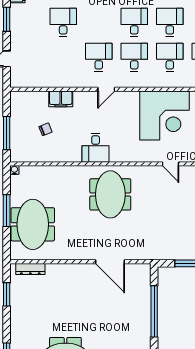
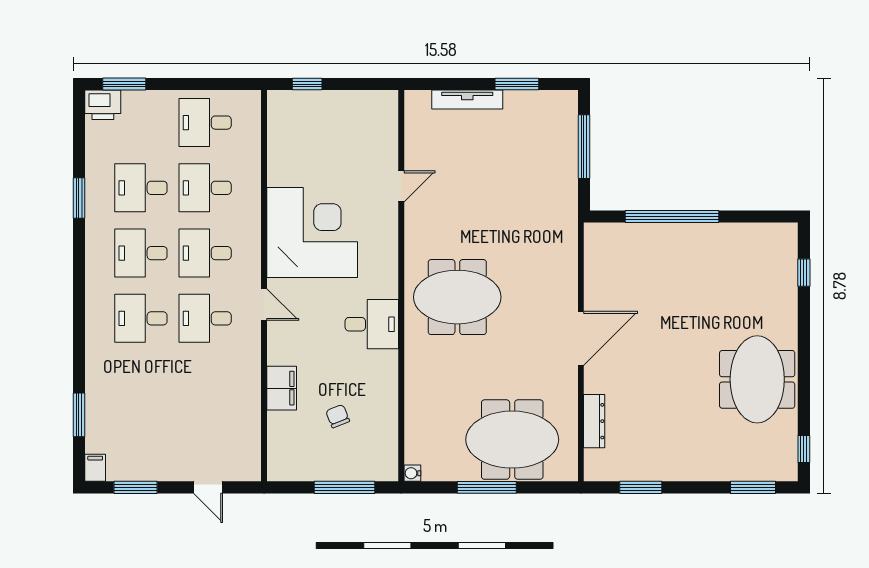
desk: (63, 22) -> (141, 318), moved
corner desk: (164, 115) -> (312, 233), moved
door: (110, 262) -> (581, 338), moved
dresser: (30, 269) -> (594, 421), moved

